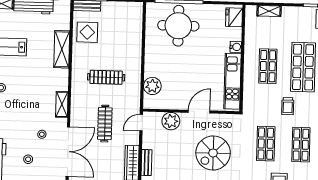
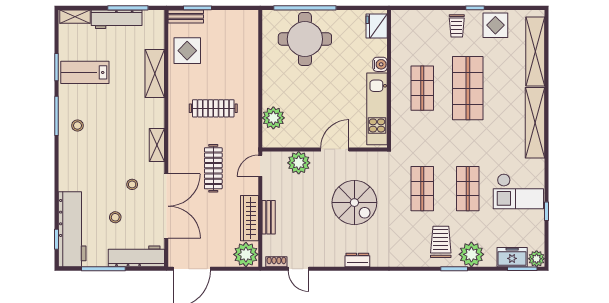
shelving: (269, 11) -> (422, 17), removed
trolley: (288, 106) -> (457, 26), moved
spiral stairs: (213, 153) -> (354, 203), turned -90

